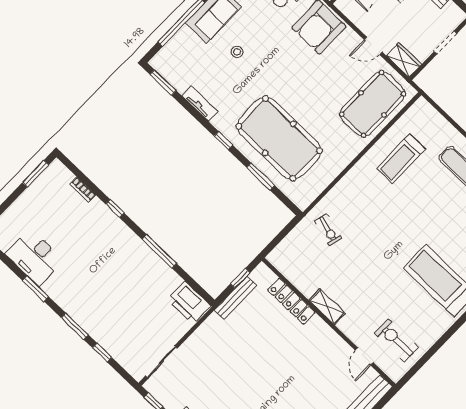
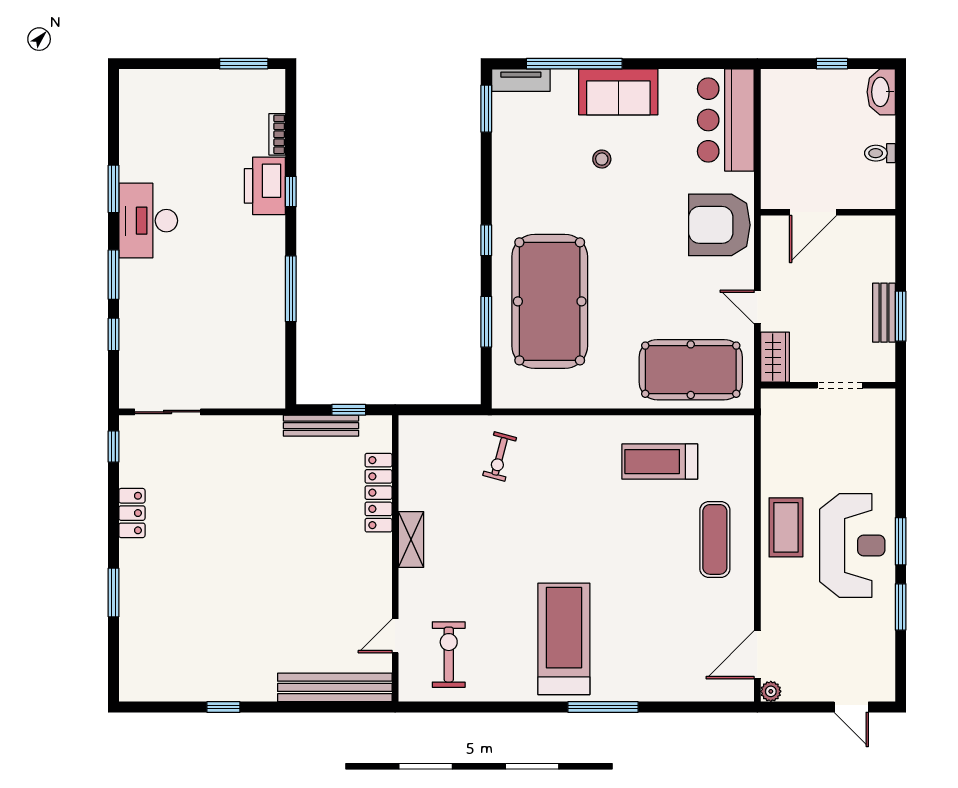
tv unit: (200, 104) -> (521, 80), moved, turned 90
desk: (35, 257) -> (148, 221), moved
printer: (189, 303) -> (265, 186), moved

